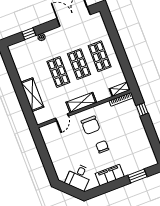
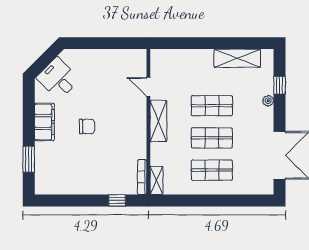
shelving: (32, 95) -> (237, 58), moved
chair: (90, 125) -> (123, 122), removed

